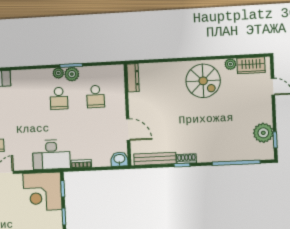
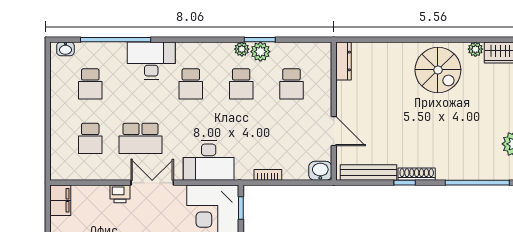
school desk: (23, 100) -> (191, 84), added
desk: (51, 155) -> (209, 161), moved
shoe rack: (186, 159) -> (417, 174), width x1.43

